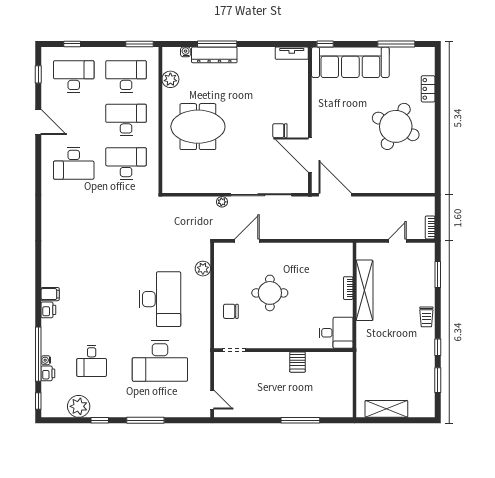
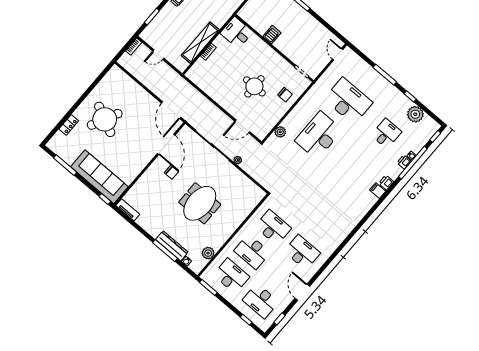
desk: (126, 76) -> (231, 276), turned 180
meeting table: (198, 127) -> (200, 203), moved, turned 90
desk: (126, 163) -> (273, 227), turned 180
printer: (48, 373) -> (404, 162), moved

